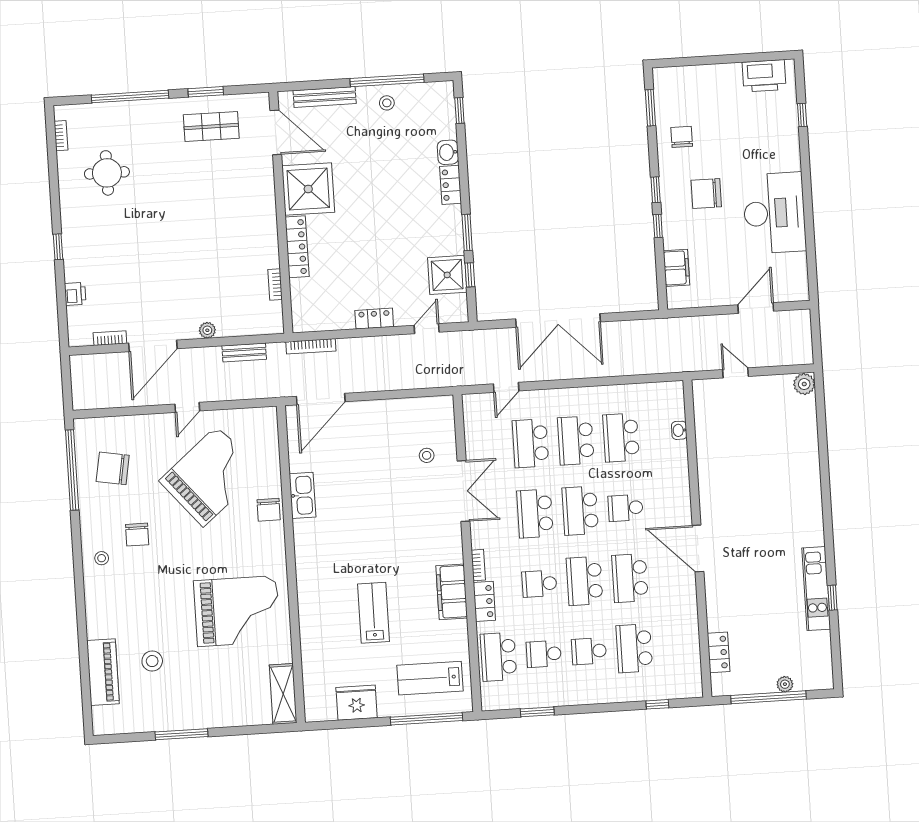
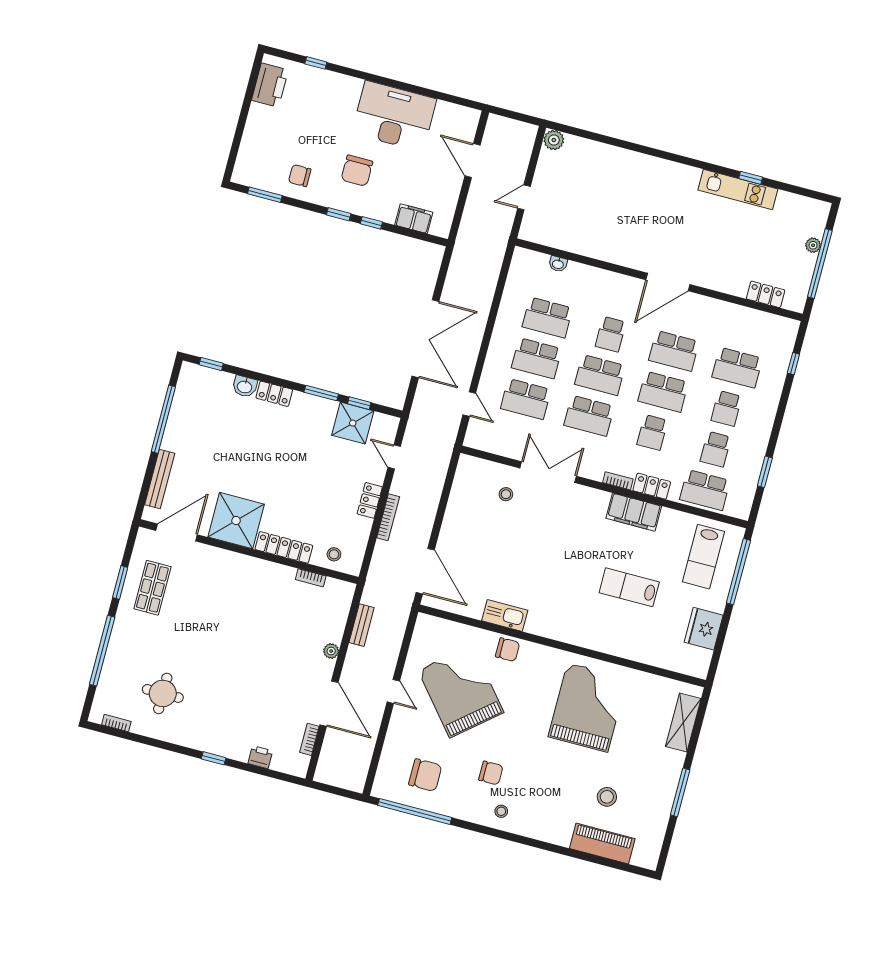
stool: (387, 103) -> (334, 554), moved
bookcase: (311, 346) -> (388, 517), moved
chair: (113, 468) -> (425, 775), turned -100
shelving: (283, 694) -> (683, 722), moved, turned 90

